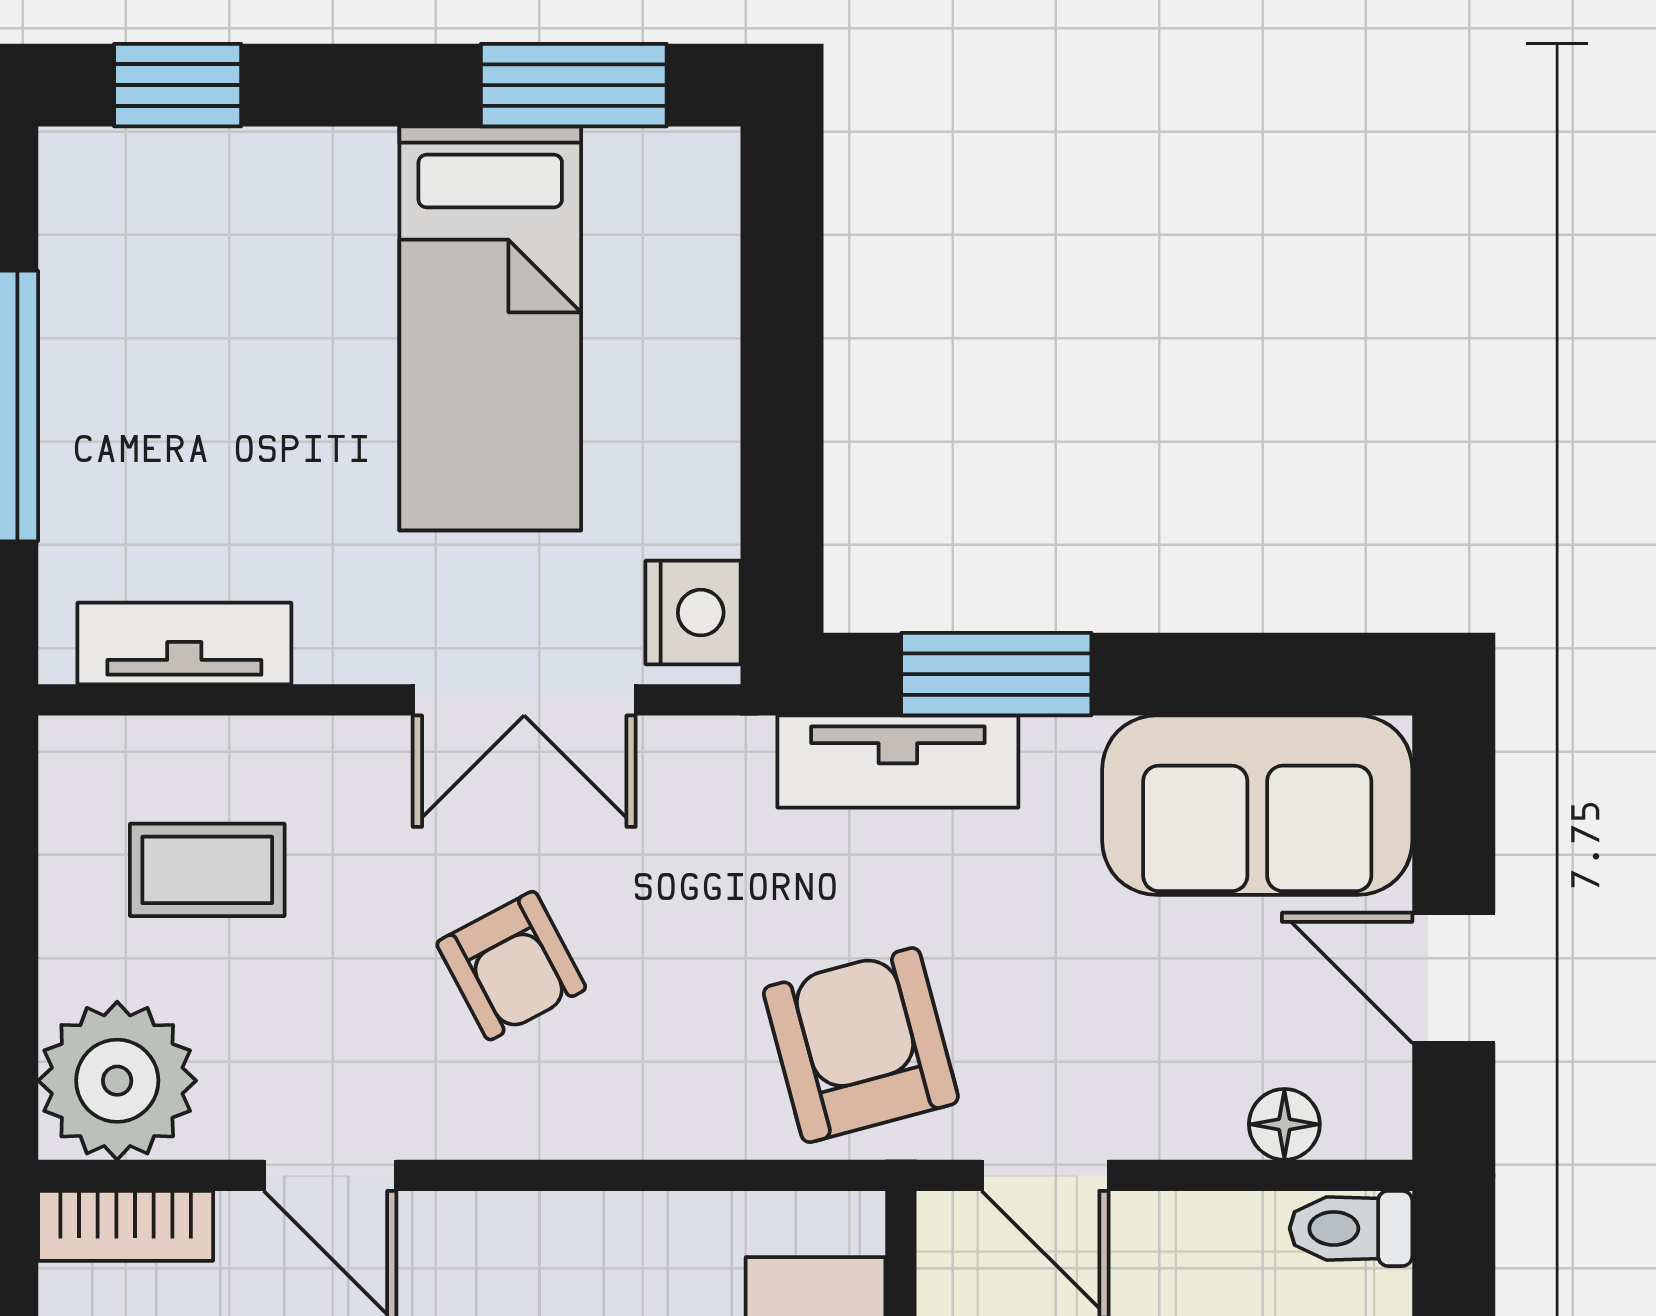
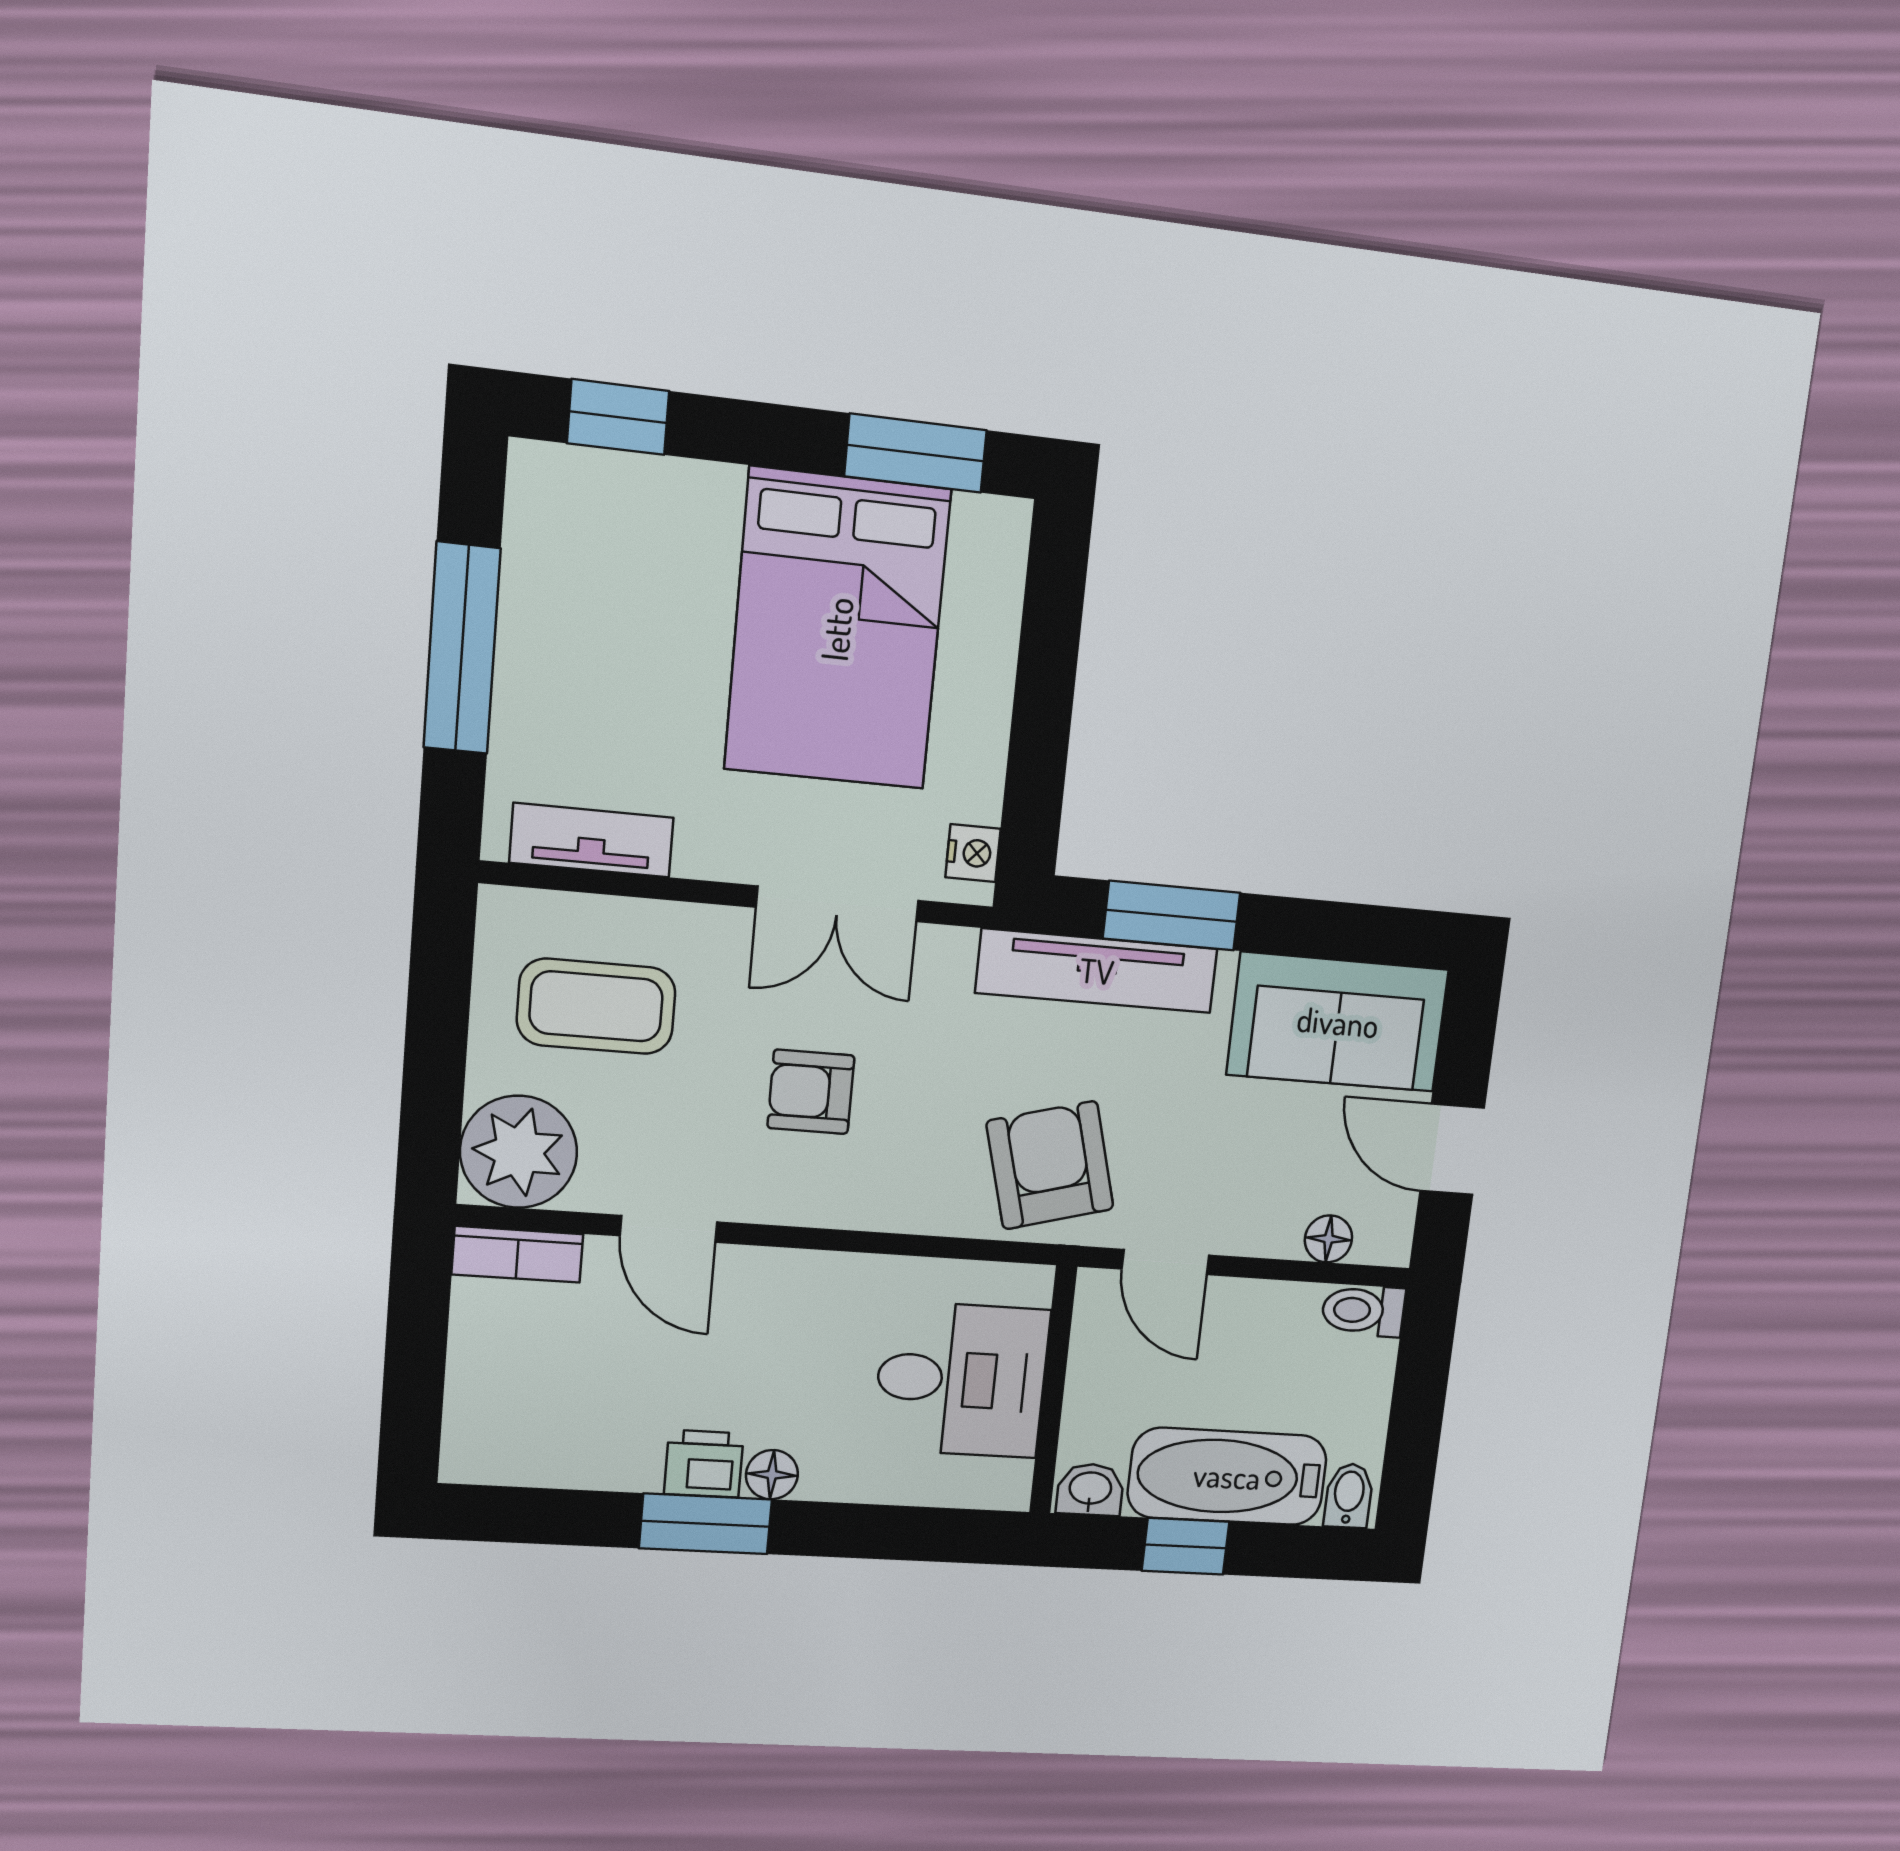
bed: (490, 328) -> (837, 629), width x1.50
nightstand: (693, 613) -> (973, 853), width x0.72, depth x0.74
tv unit: (898, 761) -> (1097, 971), width x1.41
coffee table: (207, 870) -> (596, 1006), width x1.36, depth x1.30
armchair: (511, 966) -> (811, 1092), turned 118

